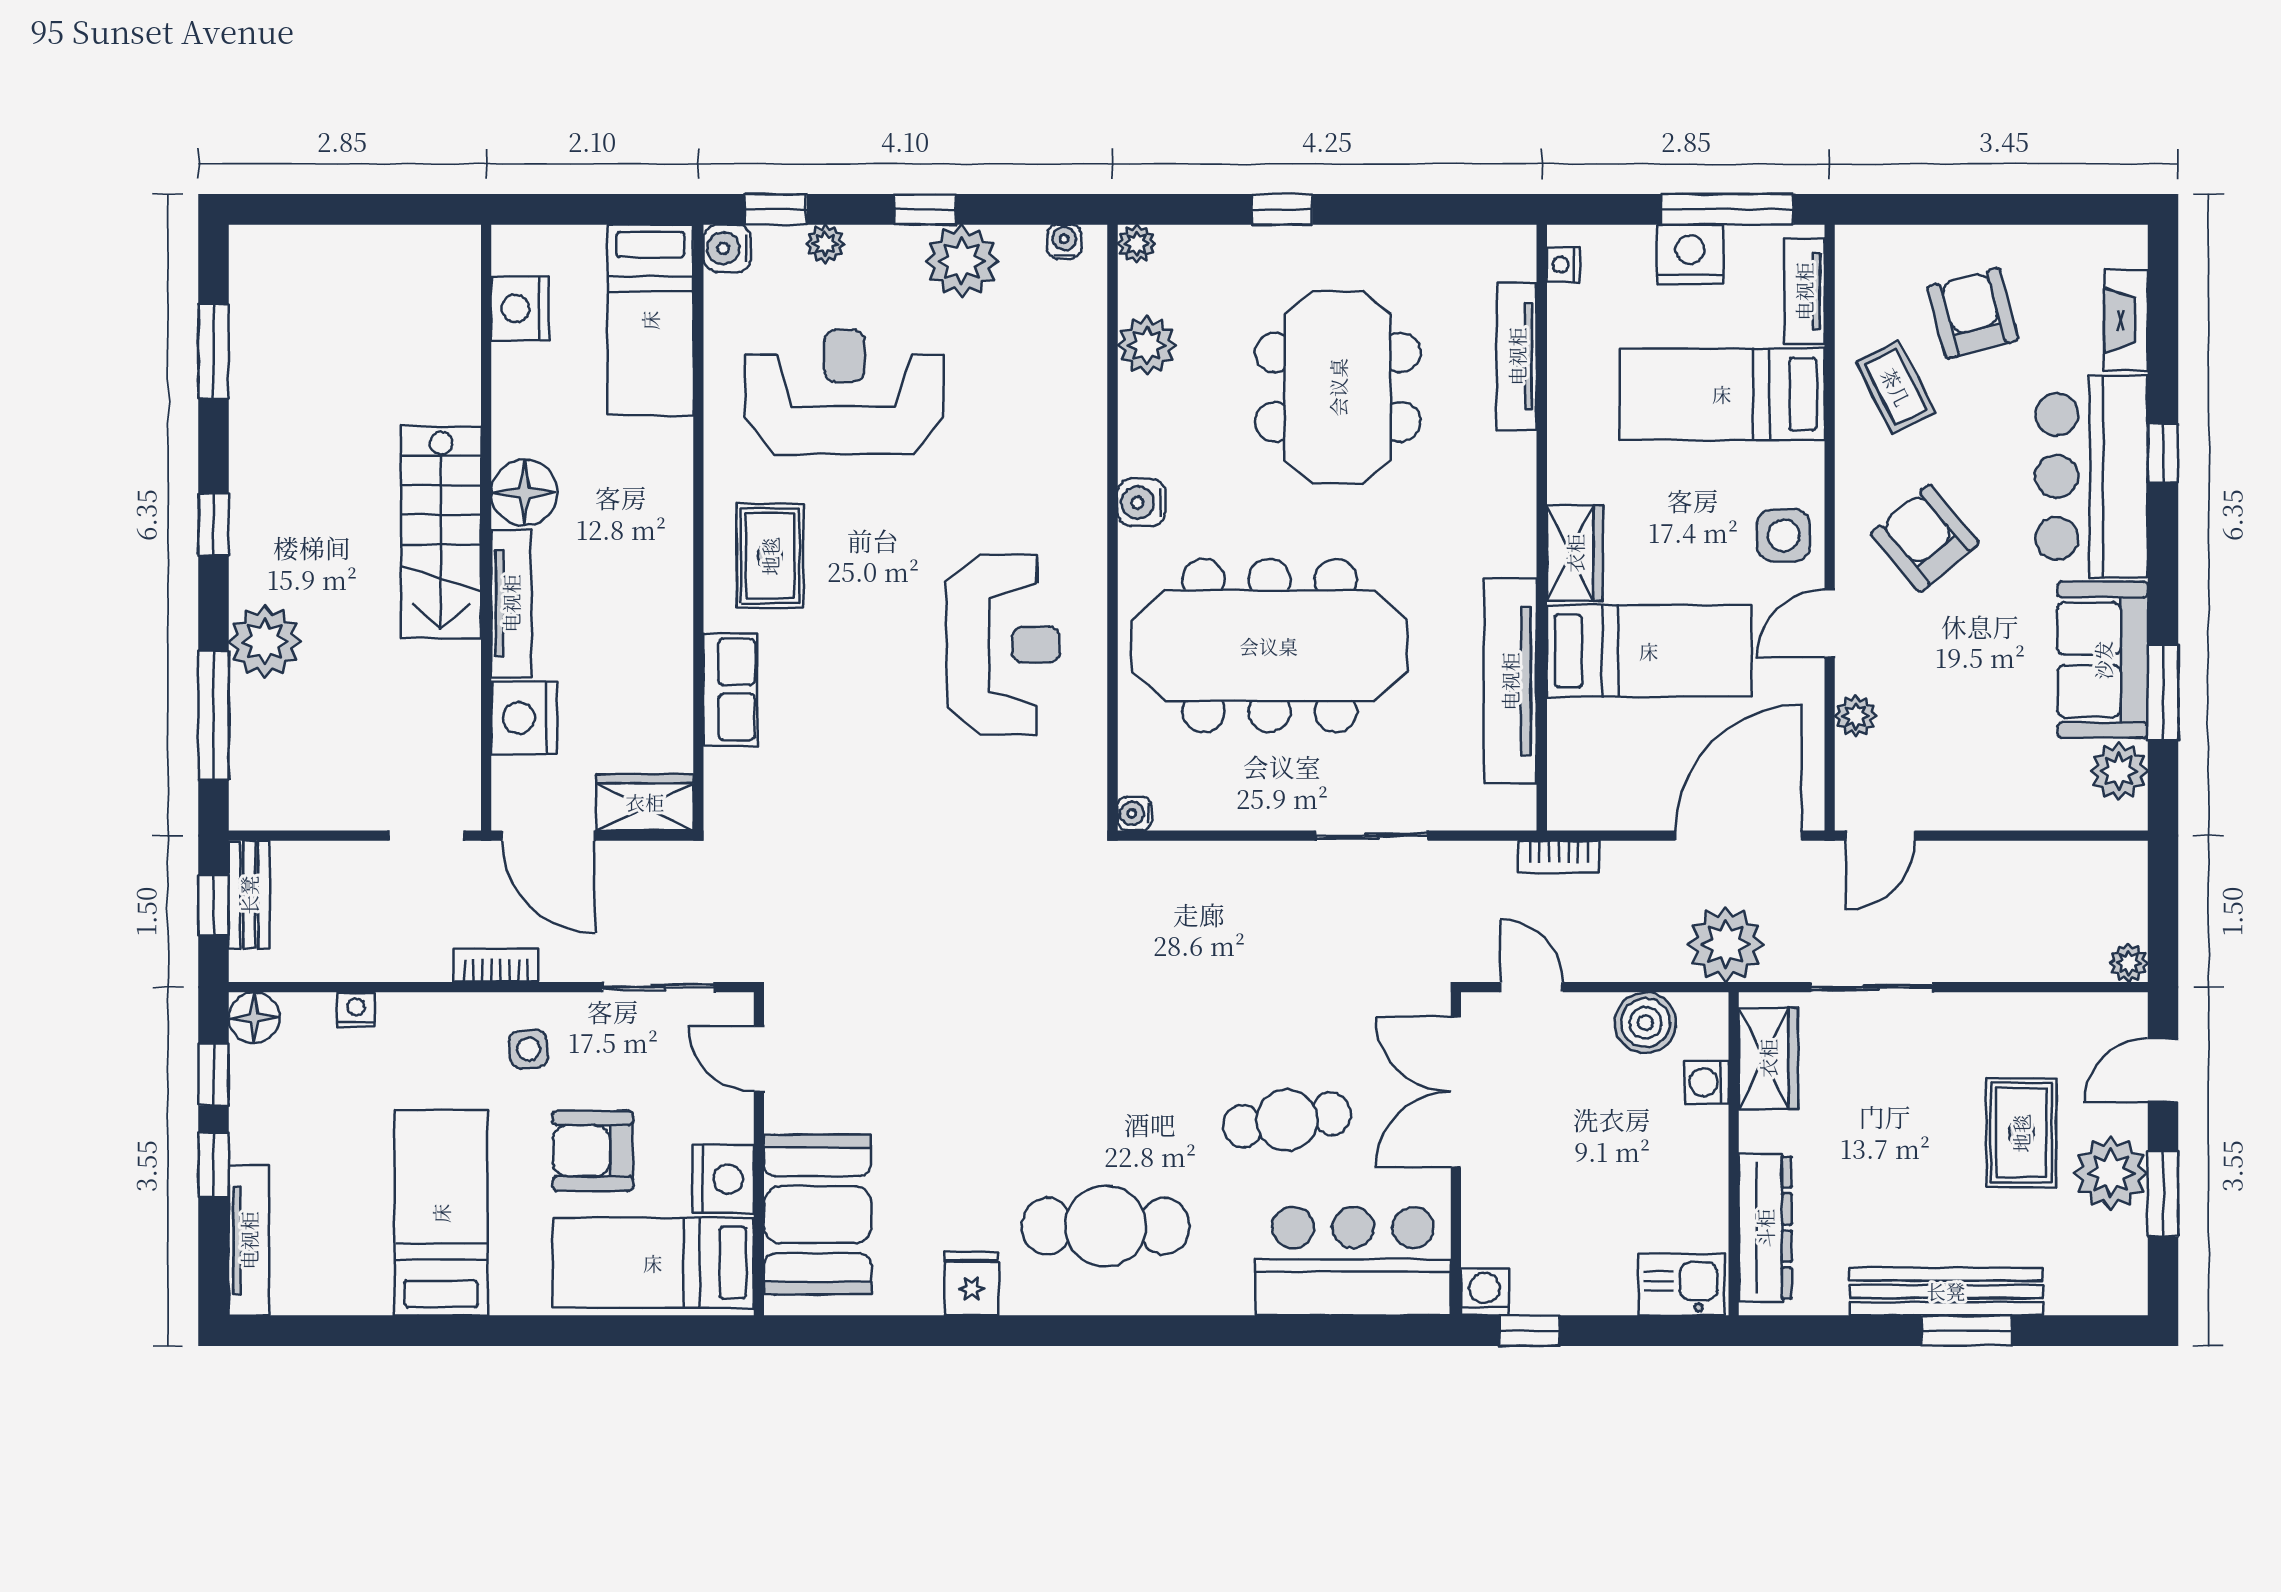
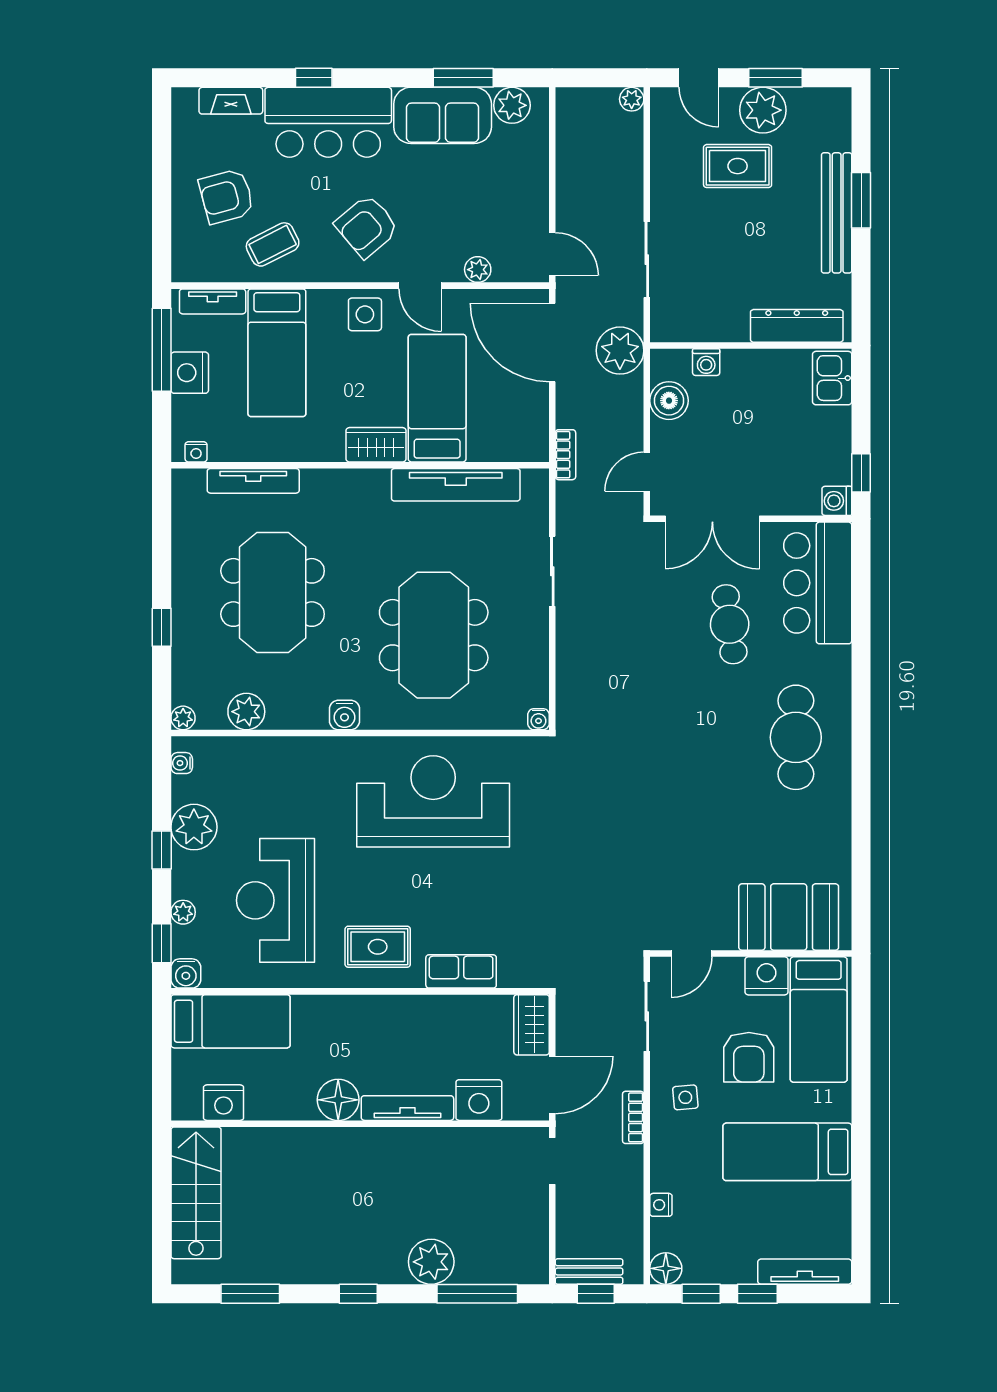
meeting table: (1338, 387) -> (273, 592), turned 90
stairs: (441, 532) -> (196, 1193), moved, turned -90
reception desk: (1003, 645) -> (433, 801), width x1.36, depth x1.30
meeting table: (1269, 646) -> (434, 635), width x0.73
wardrobe: (1768, 1058) -> (691, 324), removed
fridge: (972, 1284) -> (832, 821), removed

